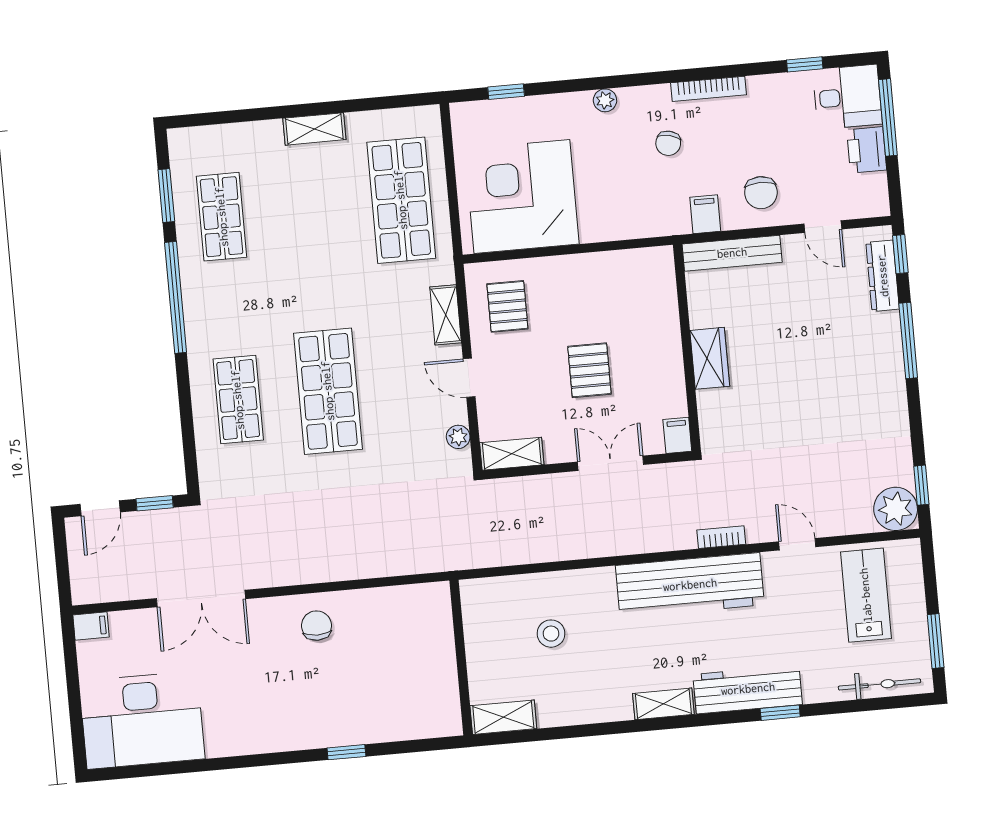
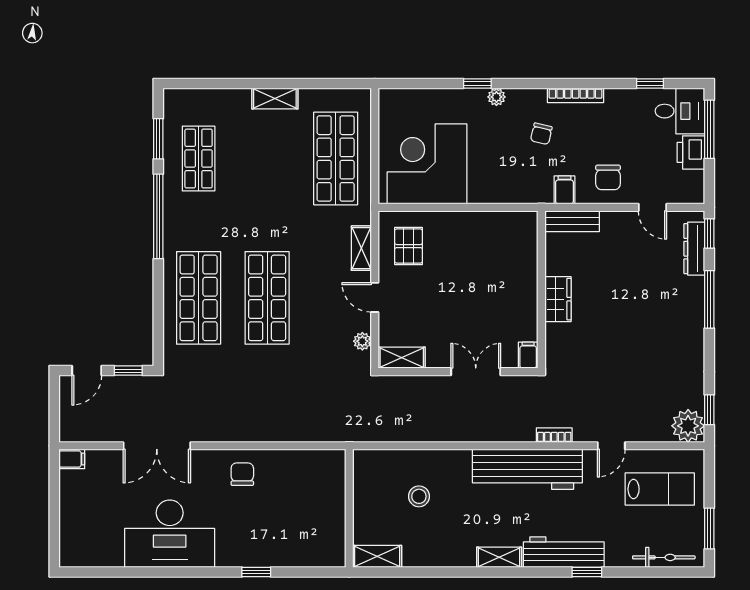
window: (506, 92) -> (477, 84), moved
bench: (732, 253) -> (572, 221), width x0.73
pallet: (589, 370) -> (466, 300), removed
shop shelf: (238, 400) -> (199, 298), width x1.43, depth x1.36
door: (797, 544) -> (611, 446), swing flipped
lab bench: (866, 595) -> (660, 489), turned 90
desk: (142, 720) -> (170, 534), moved

